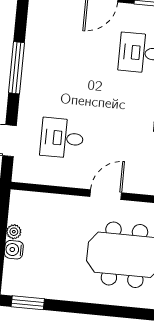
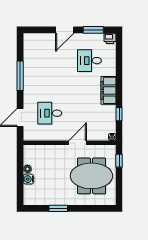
window: (28, 303) -> (58, 208), moved

